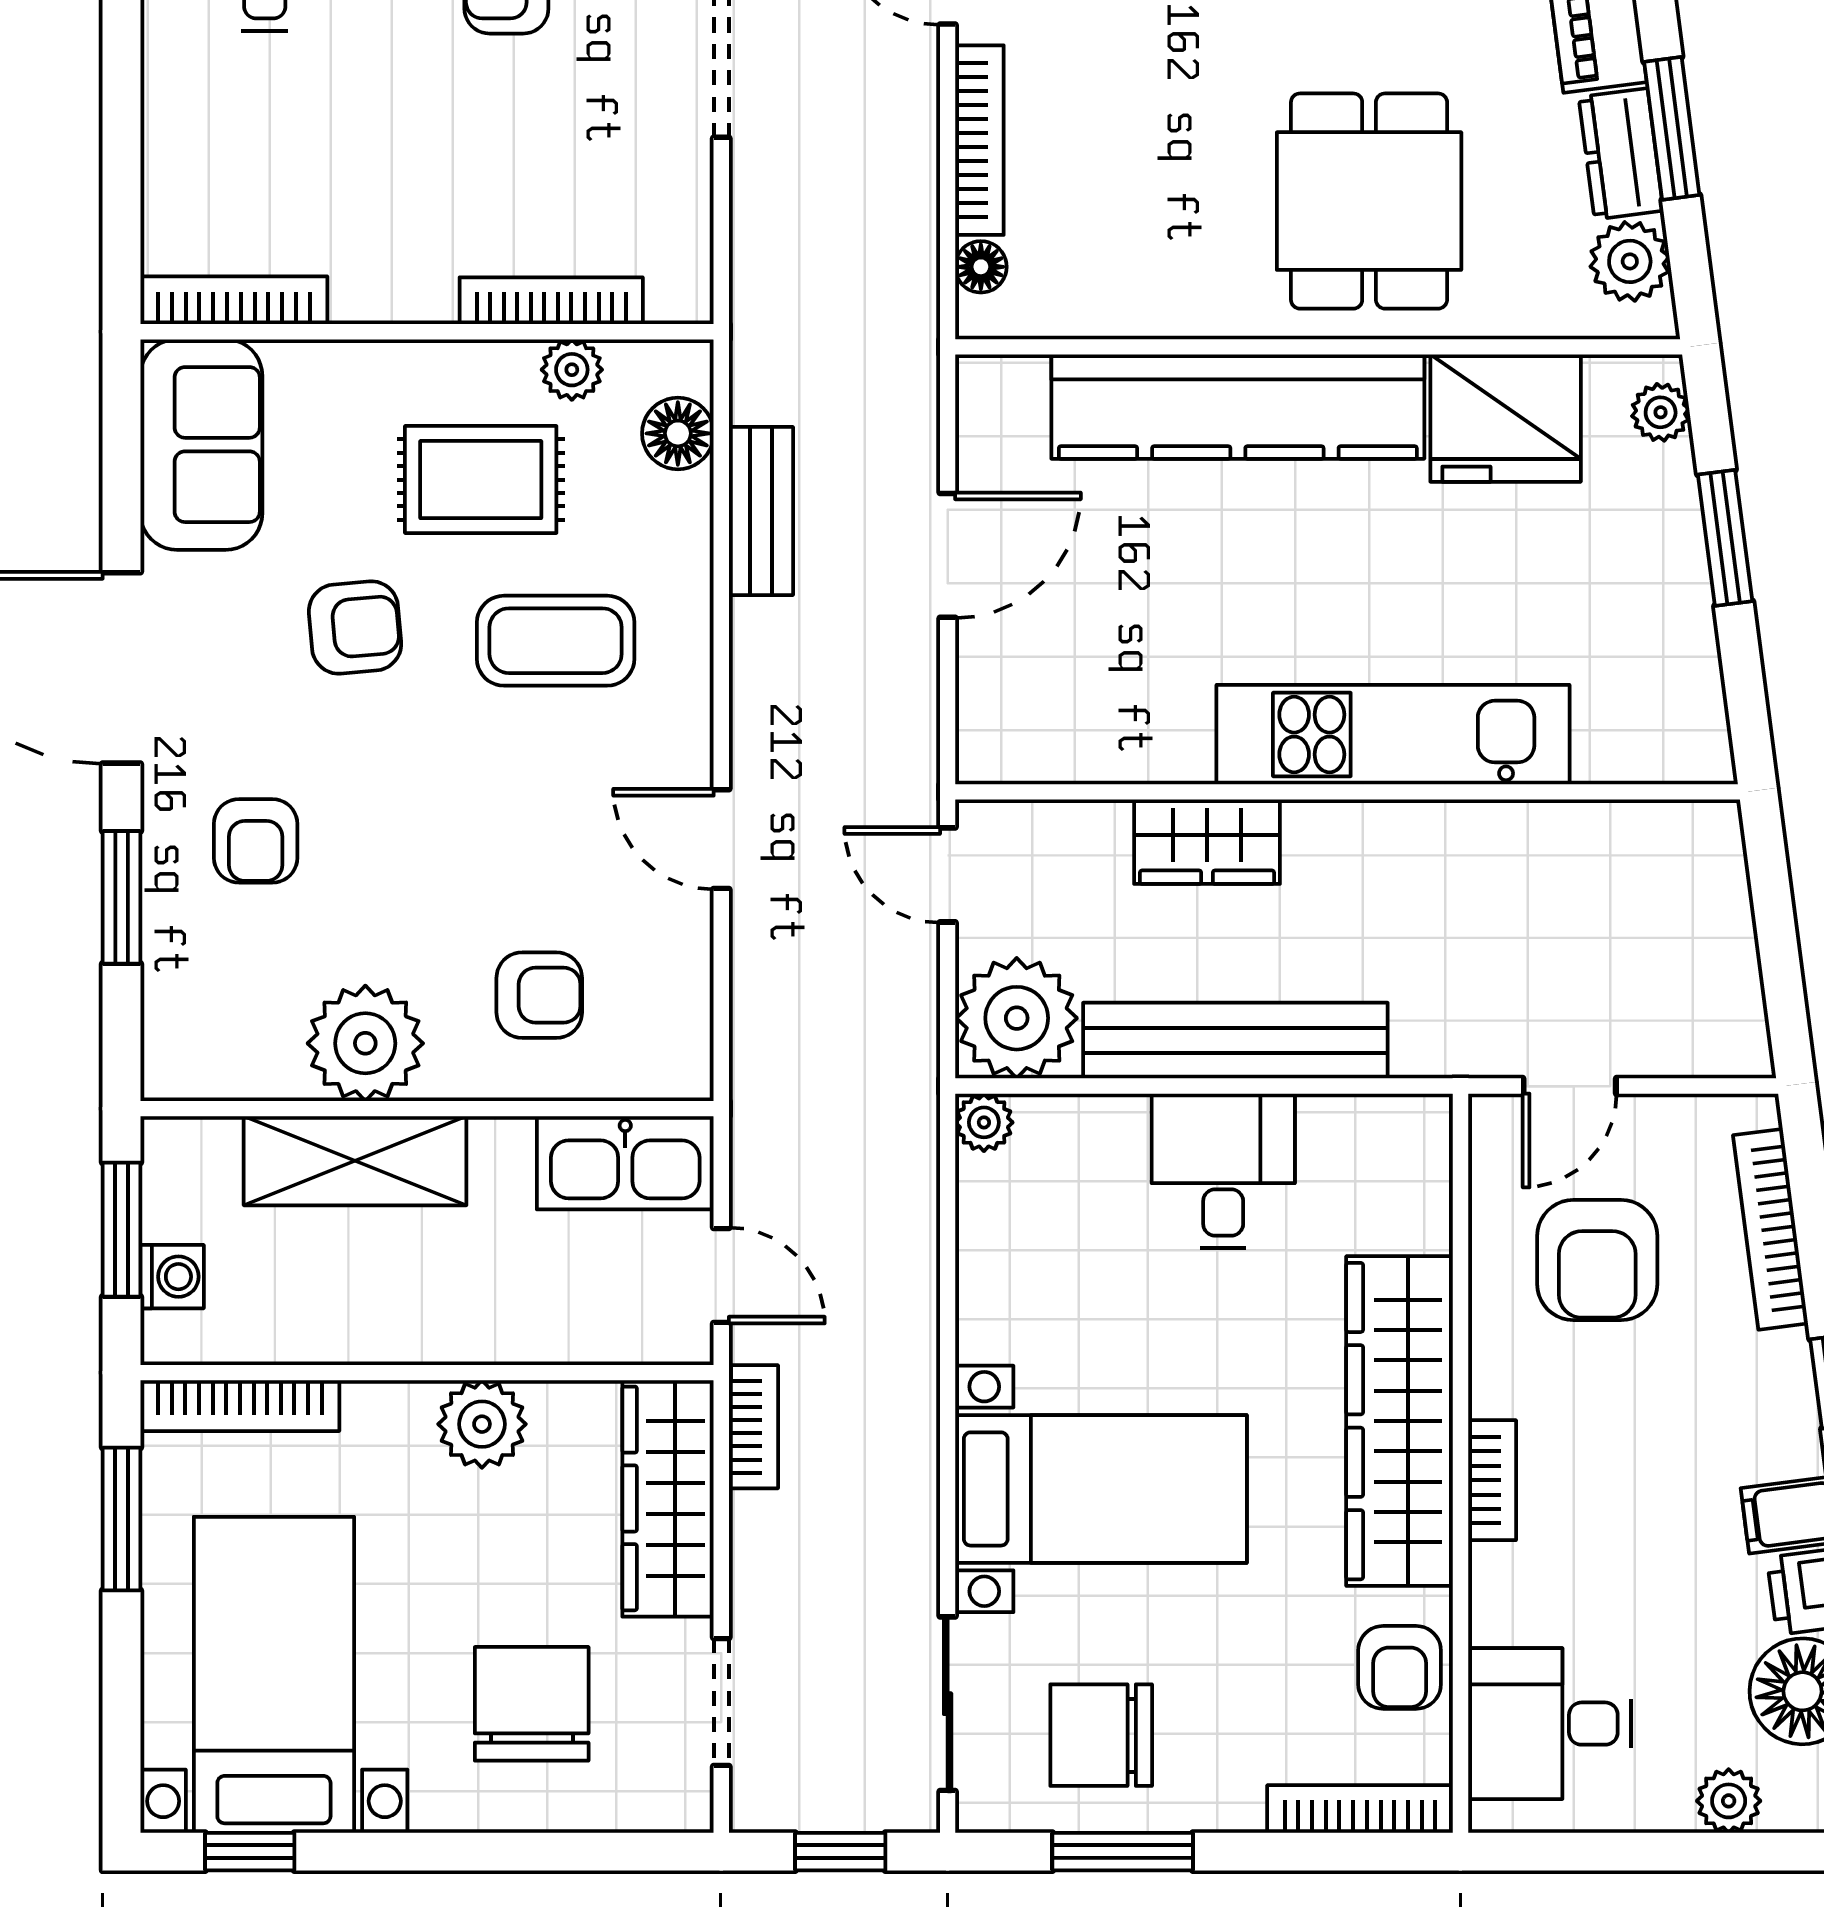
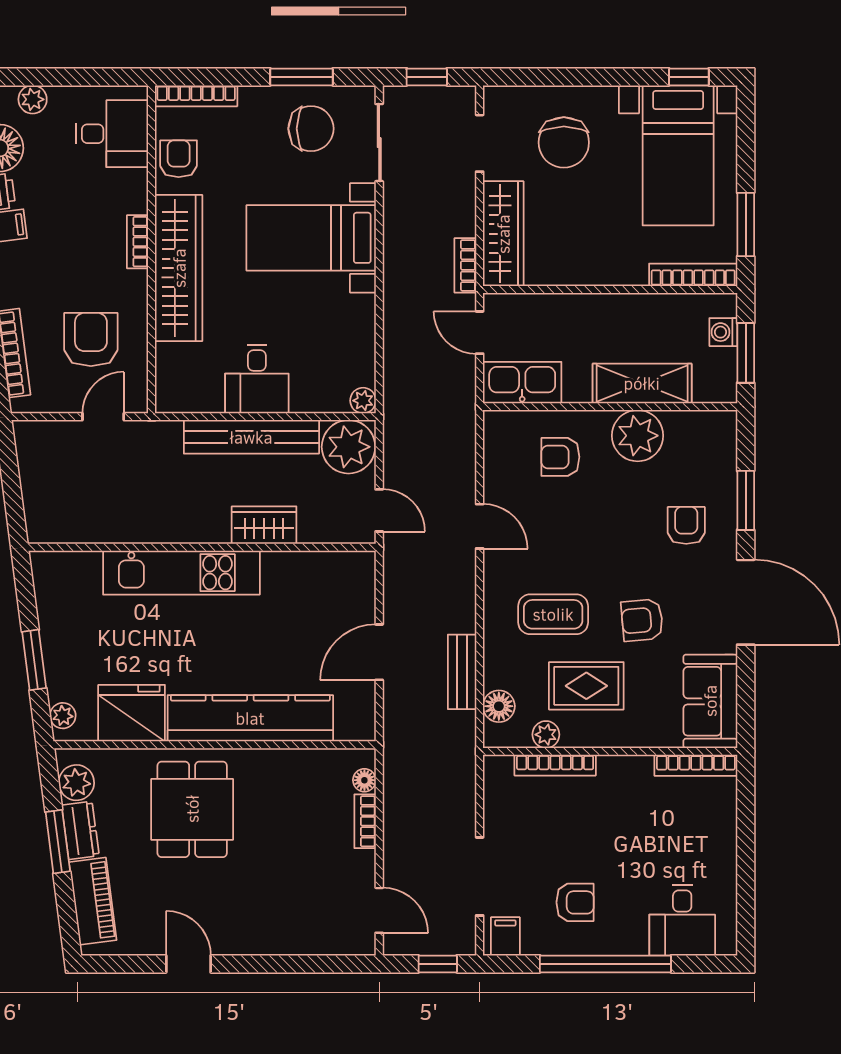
bookcase: (979, 140) -> (365, 821), width x0.64
plant: (482, 1424) -> (586, 267), removed

